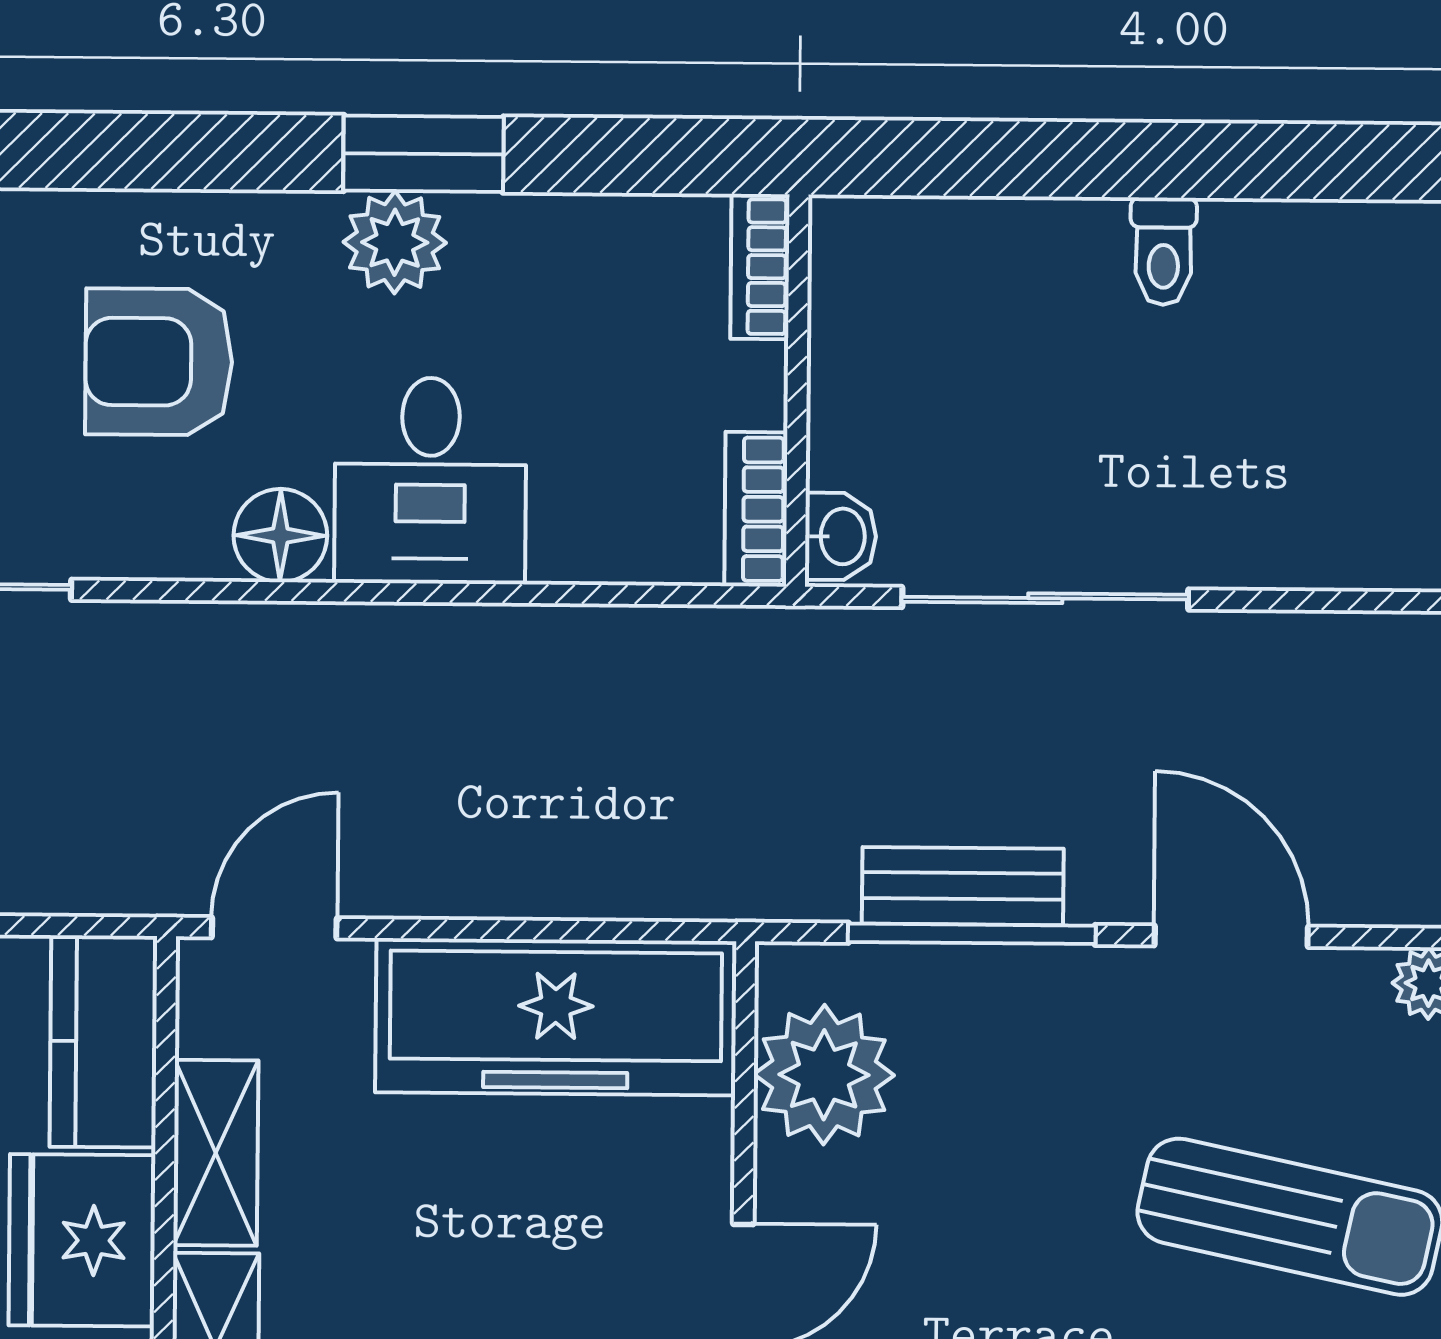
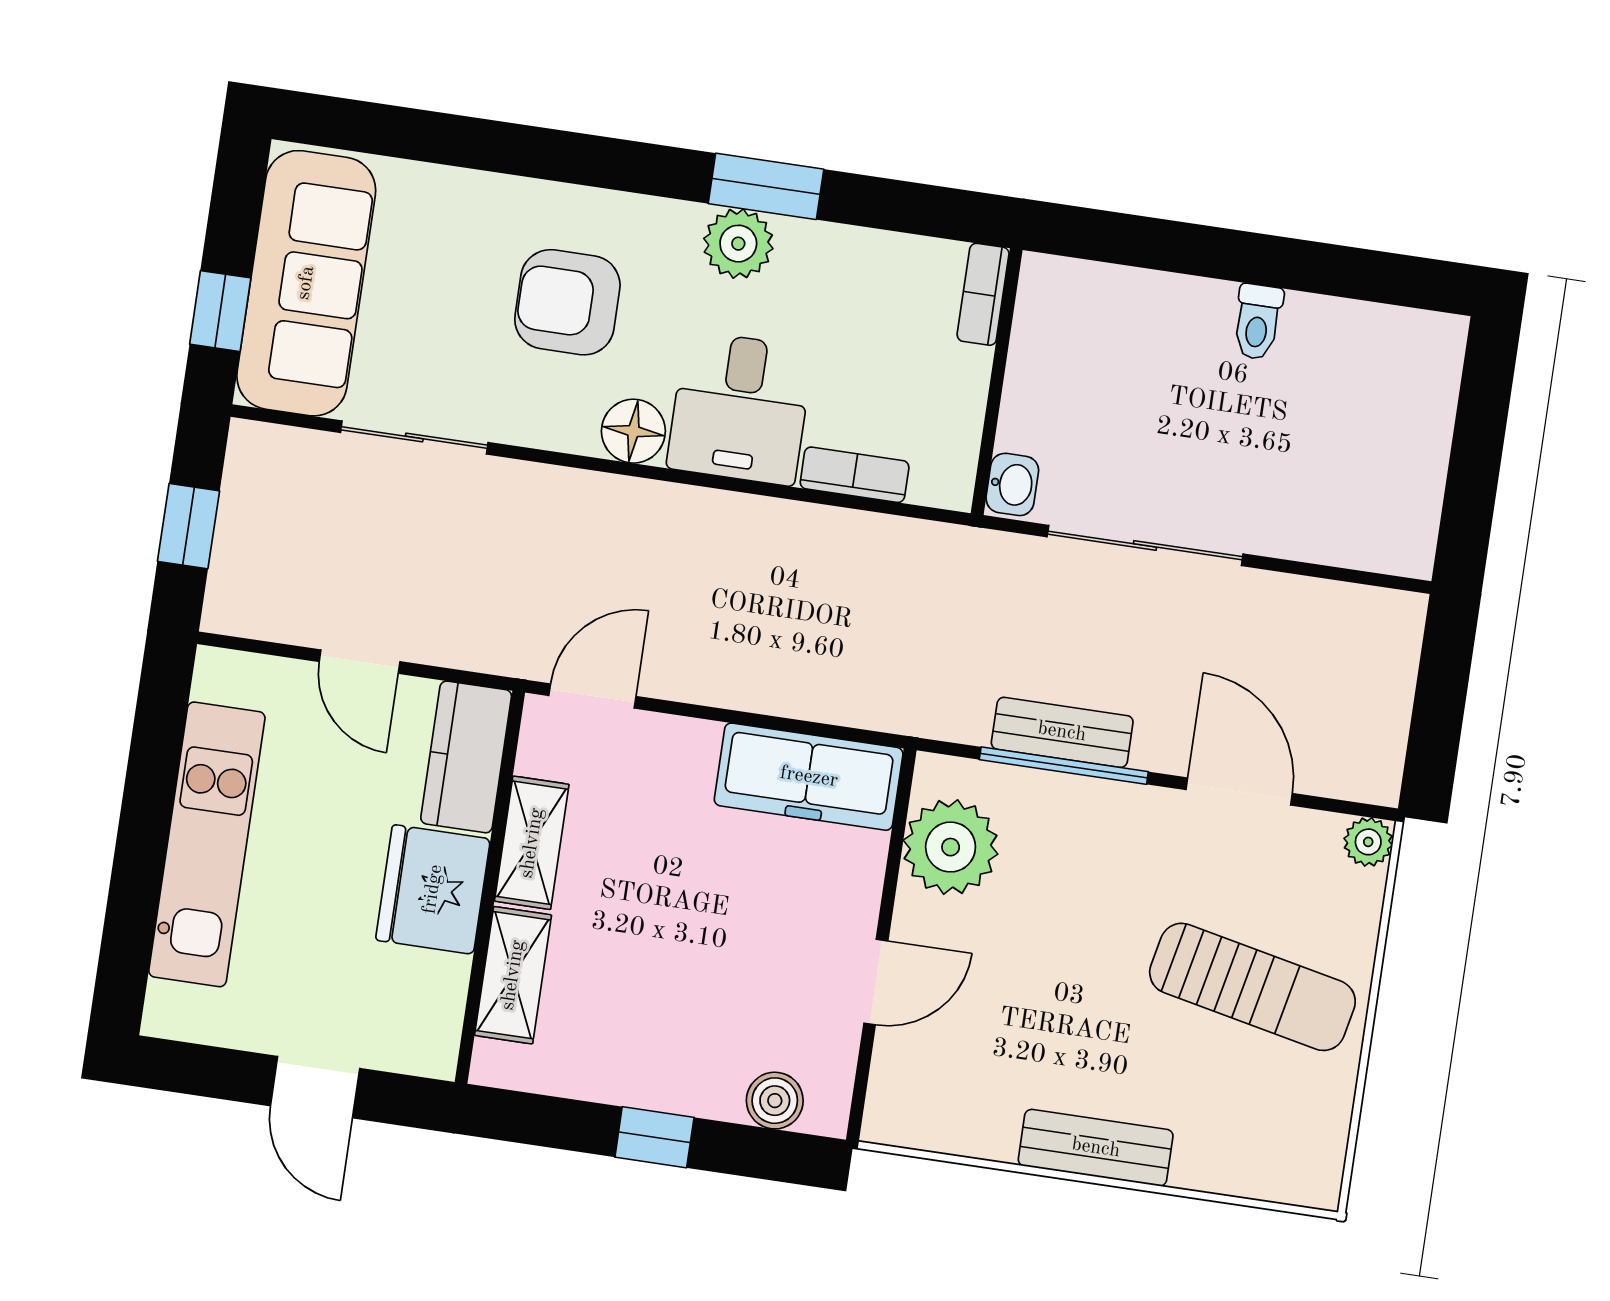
bookcase: (756, 509) -> (855, 475), moved, turned 90
freezer: (556, 1017) -> (809, 777), width x0.73, depth x0.79

